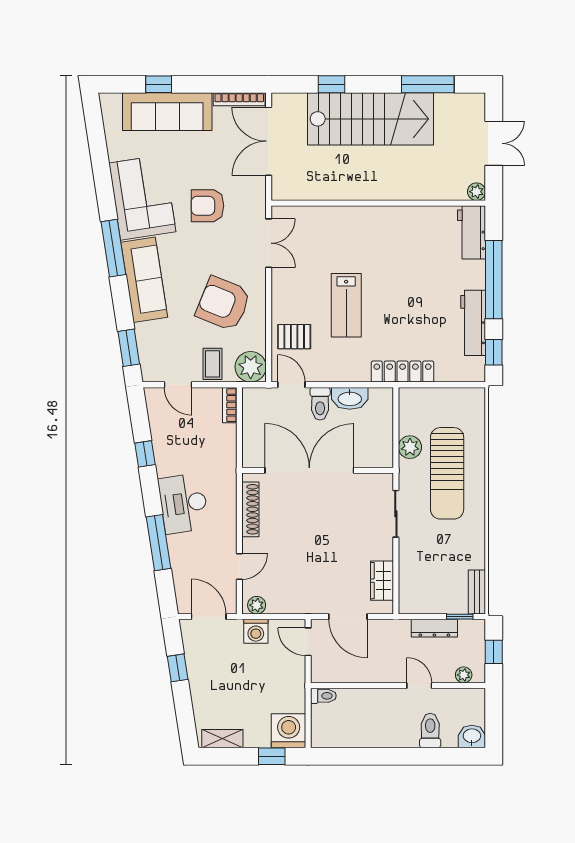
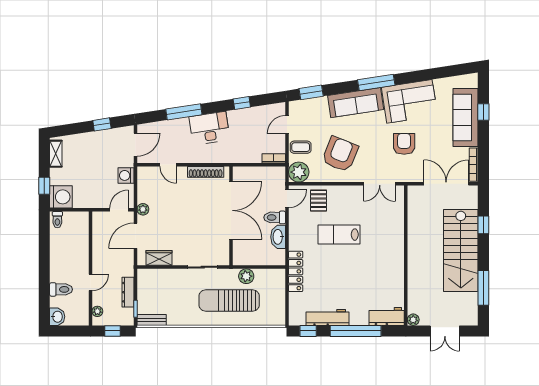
plant: (257, 605) -> (143, 209), moved
toilet: (323, 696) -> (57, 220), moved

